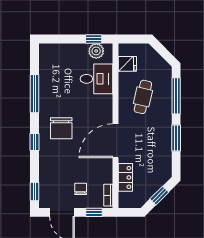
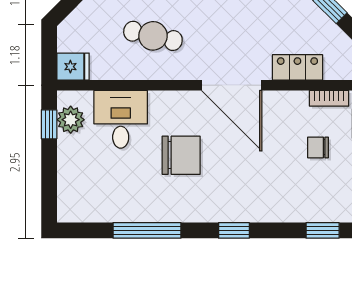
fridge: (127, 64) -> (73, 67), moved, turned 90
chair: (61, 128) -> (181, 155), moved

